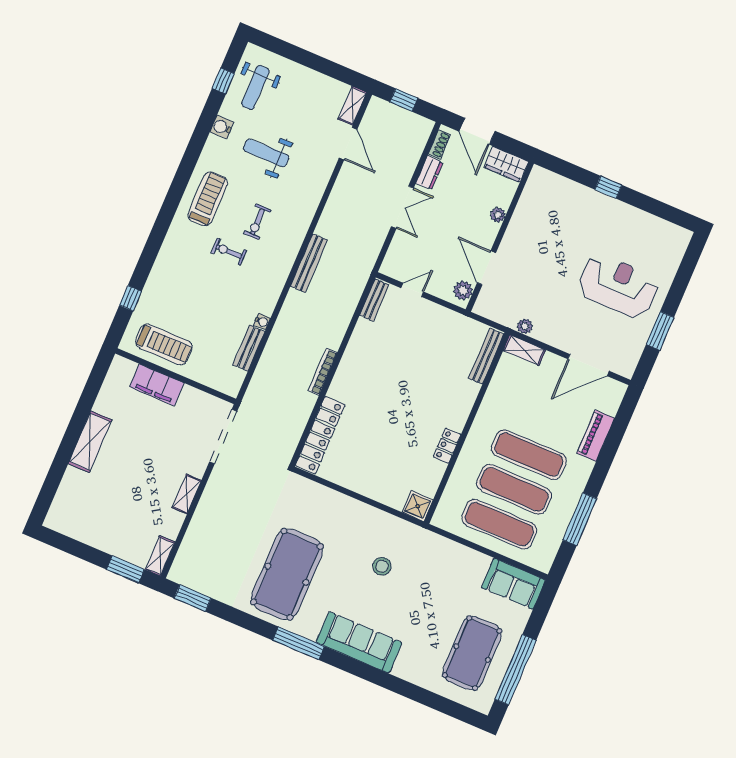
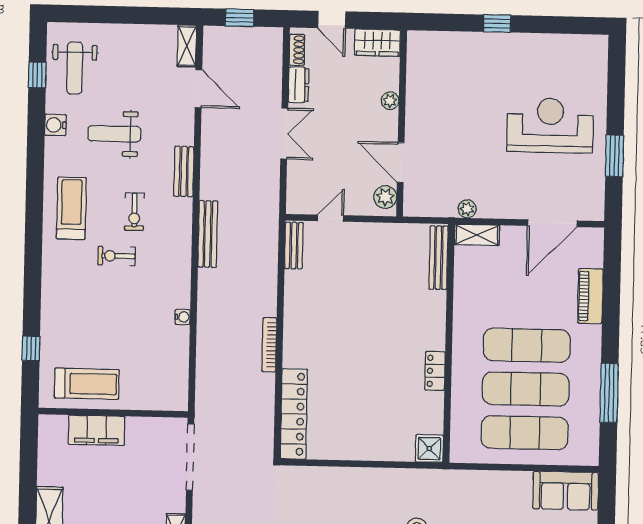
door: (477, 131) -> (332, 20), width x0.73
bench: (249, 348) -> (184, 171), moved

